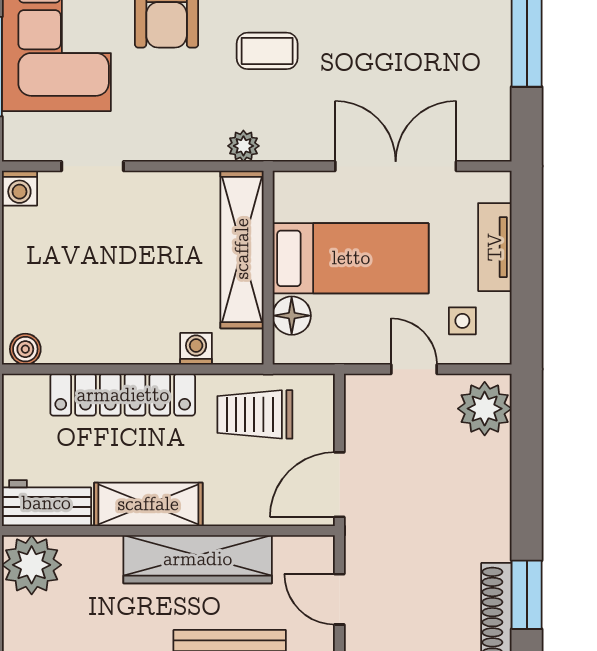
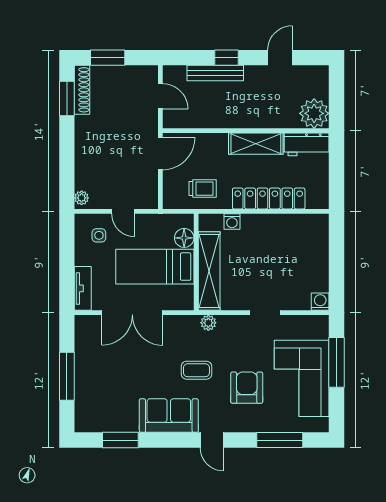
doorway: (93, 166) -> (265, 313), moved
tv unit: (495, 247) -> (83, 288), moved
boiler: (25, 349) -> (317, 221), removed
plant: (485, 409) -> (82, 198), width x0.53, depth x0.53
trolley: (255, 414) -> (203, 189), width x0.73, depth x0.72
wardrobe: (198, 559) -> (231, 116), removed

